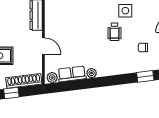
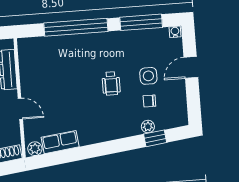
side table: (125, 11) -> (148, 76), moved
plant: (92, 73) -> (148, 127), moved

